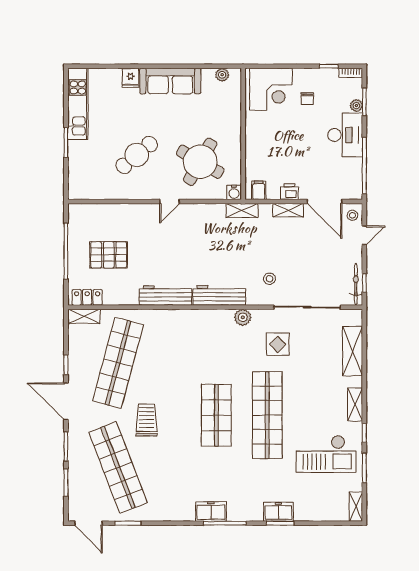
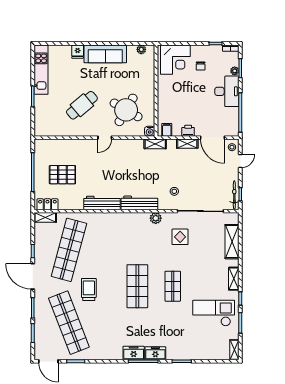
shop shelf: (267, 415) -> (173, 286), width x0.50, depth x0.74
checkout: (326, 454) -> (214, 313), turned 180
freezer: (278, 512) -> (155, 353), moved

